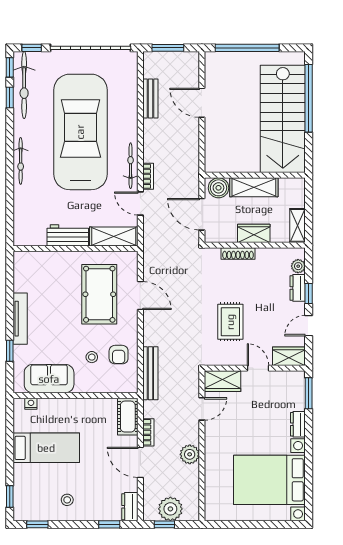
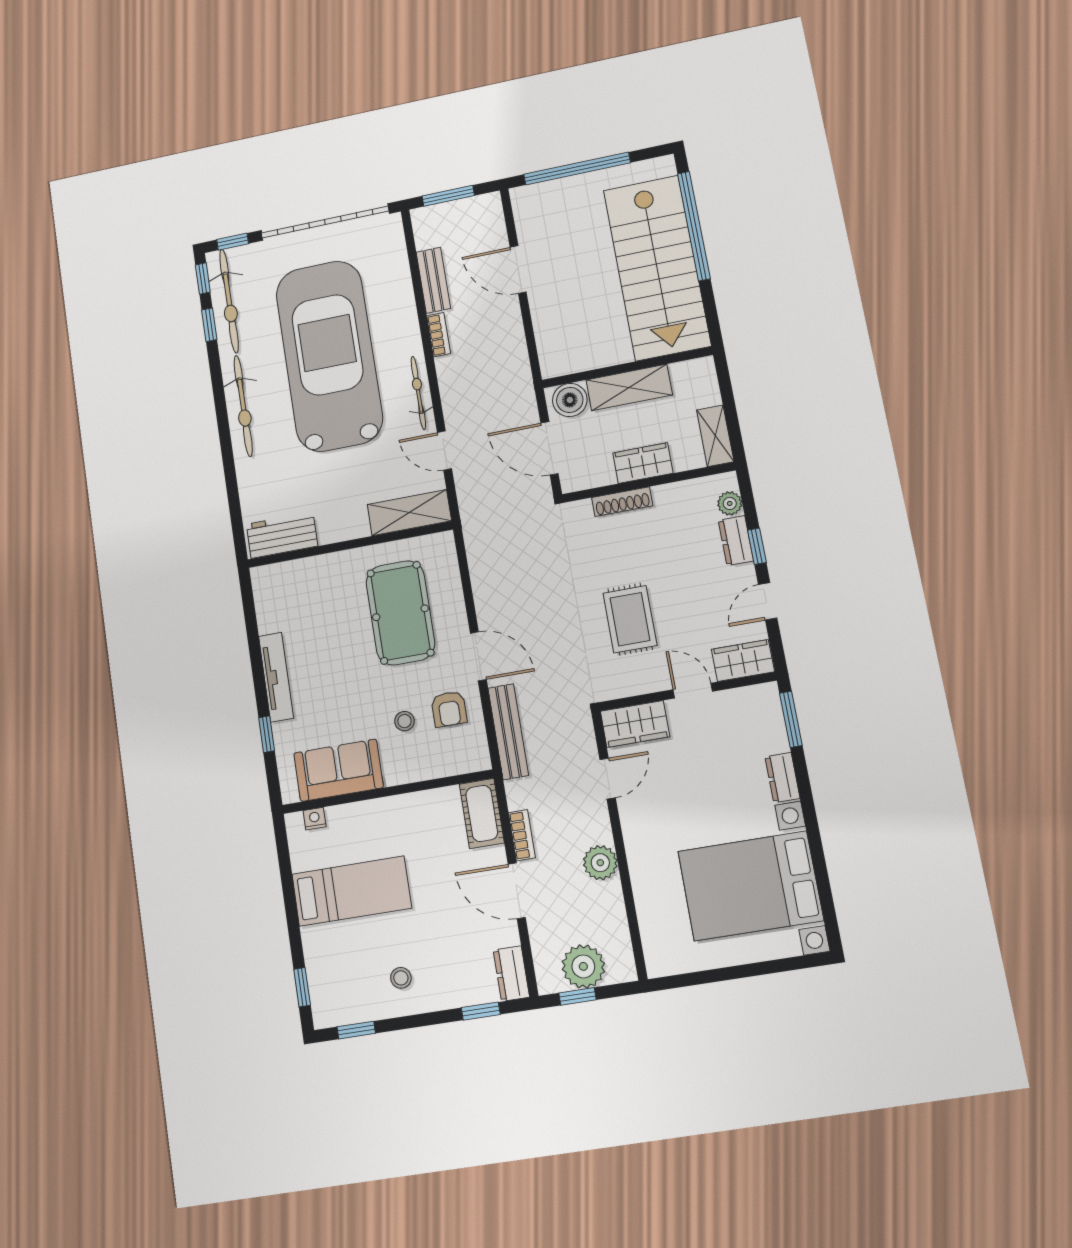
bicycle: (21, 161) -> (243, 406), width x1.37, depth x1.40
bookcase: (148, 176) -> (439, 335), moved
workbench: (68, 235) -> (282, 535), moved
door: (140, 296) -> (478, 656), moved

